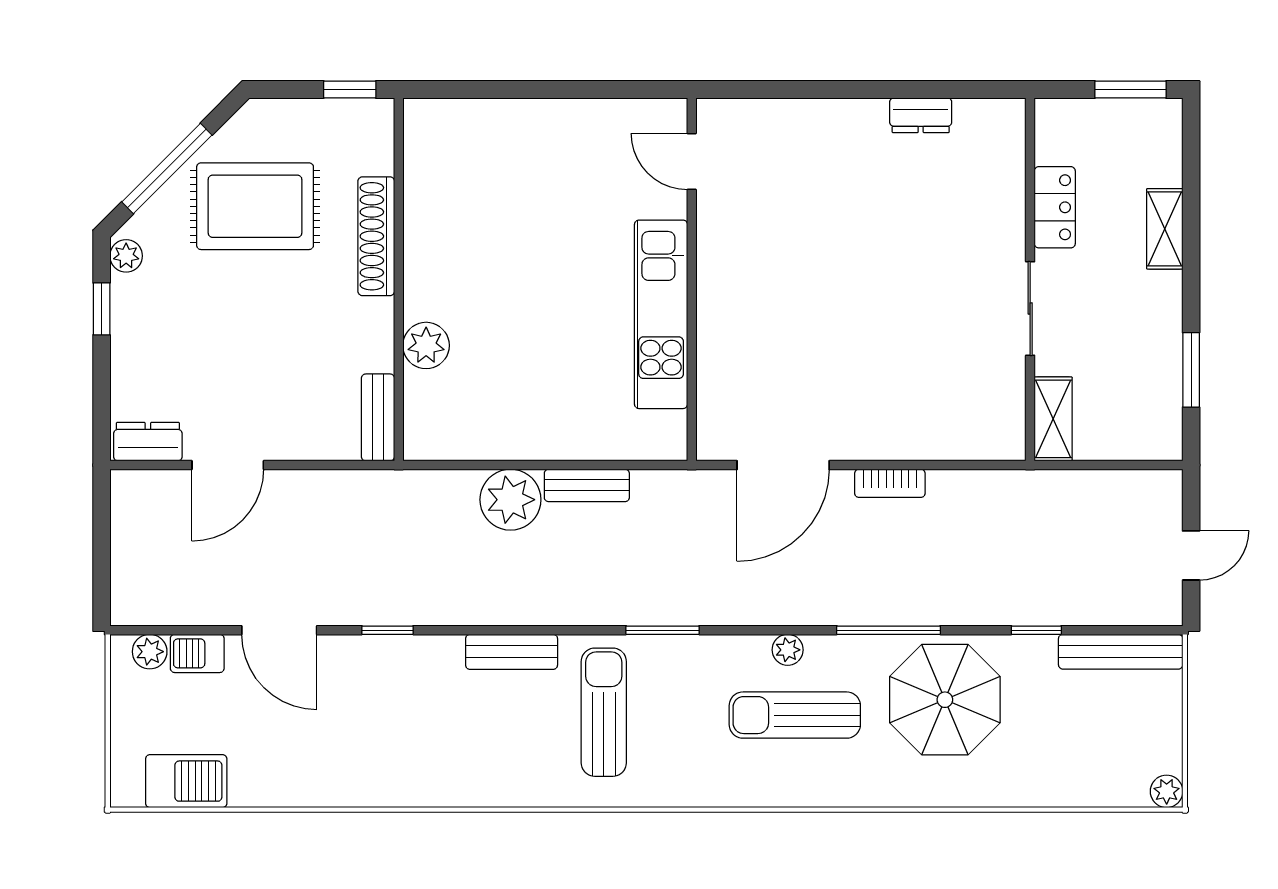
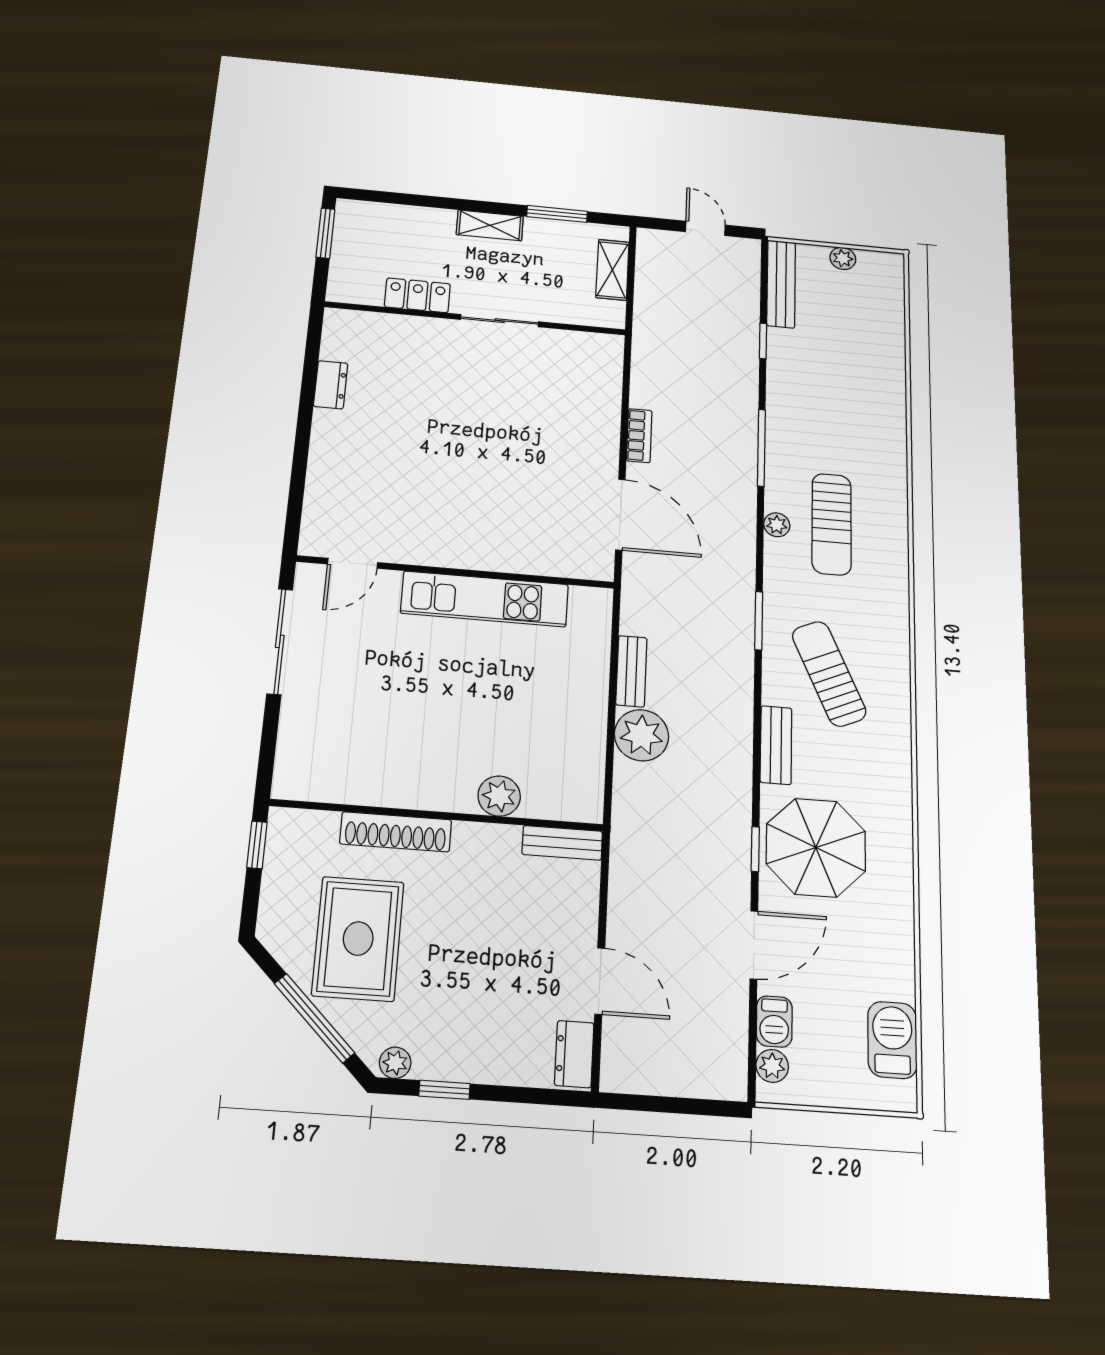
sliding door: (588, 90) -> (280, 641), added
shelving: (1165, 229) -> (490, 225), moved
shelving: (1053, 419) -> (612, 270), moved, turned 90
parasol: (945, 700) -> (816, 848), moved
sun lounger: (604, 712) -> (829, 674), turned 66
plant: (1167, 791) -> (843, 258), moved

